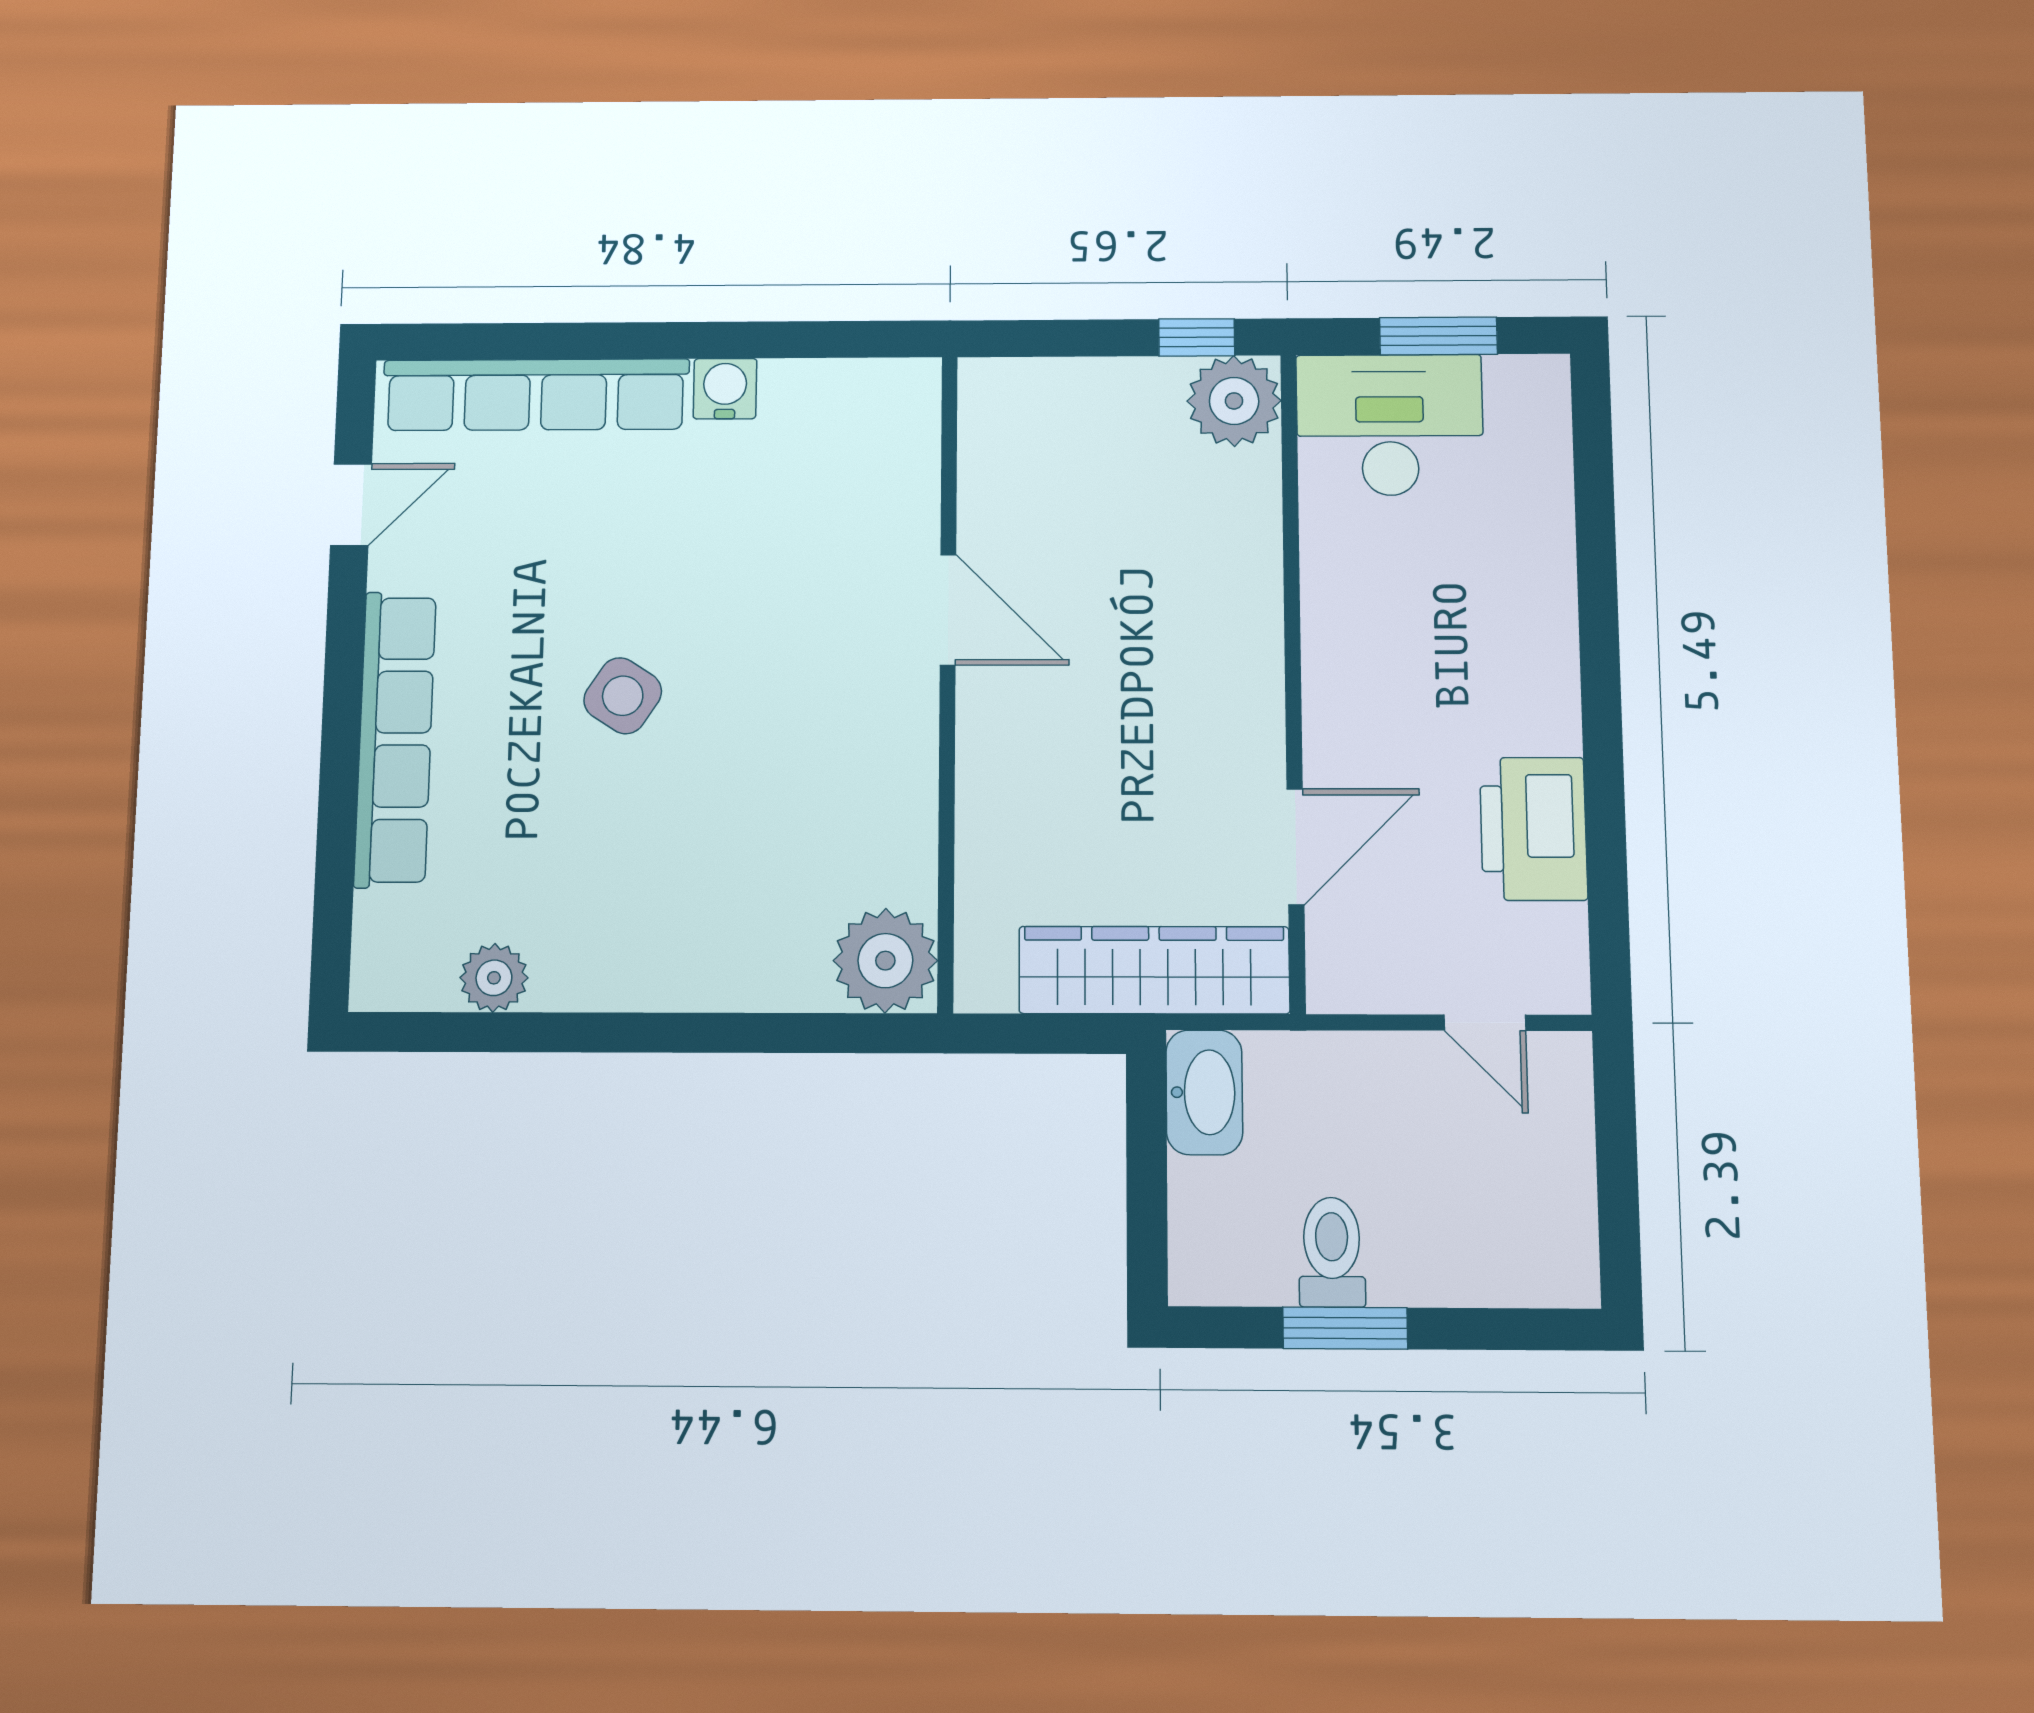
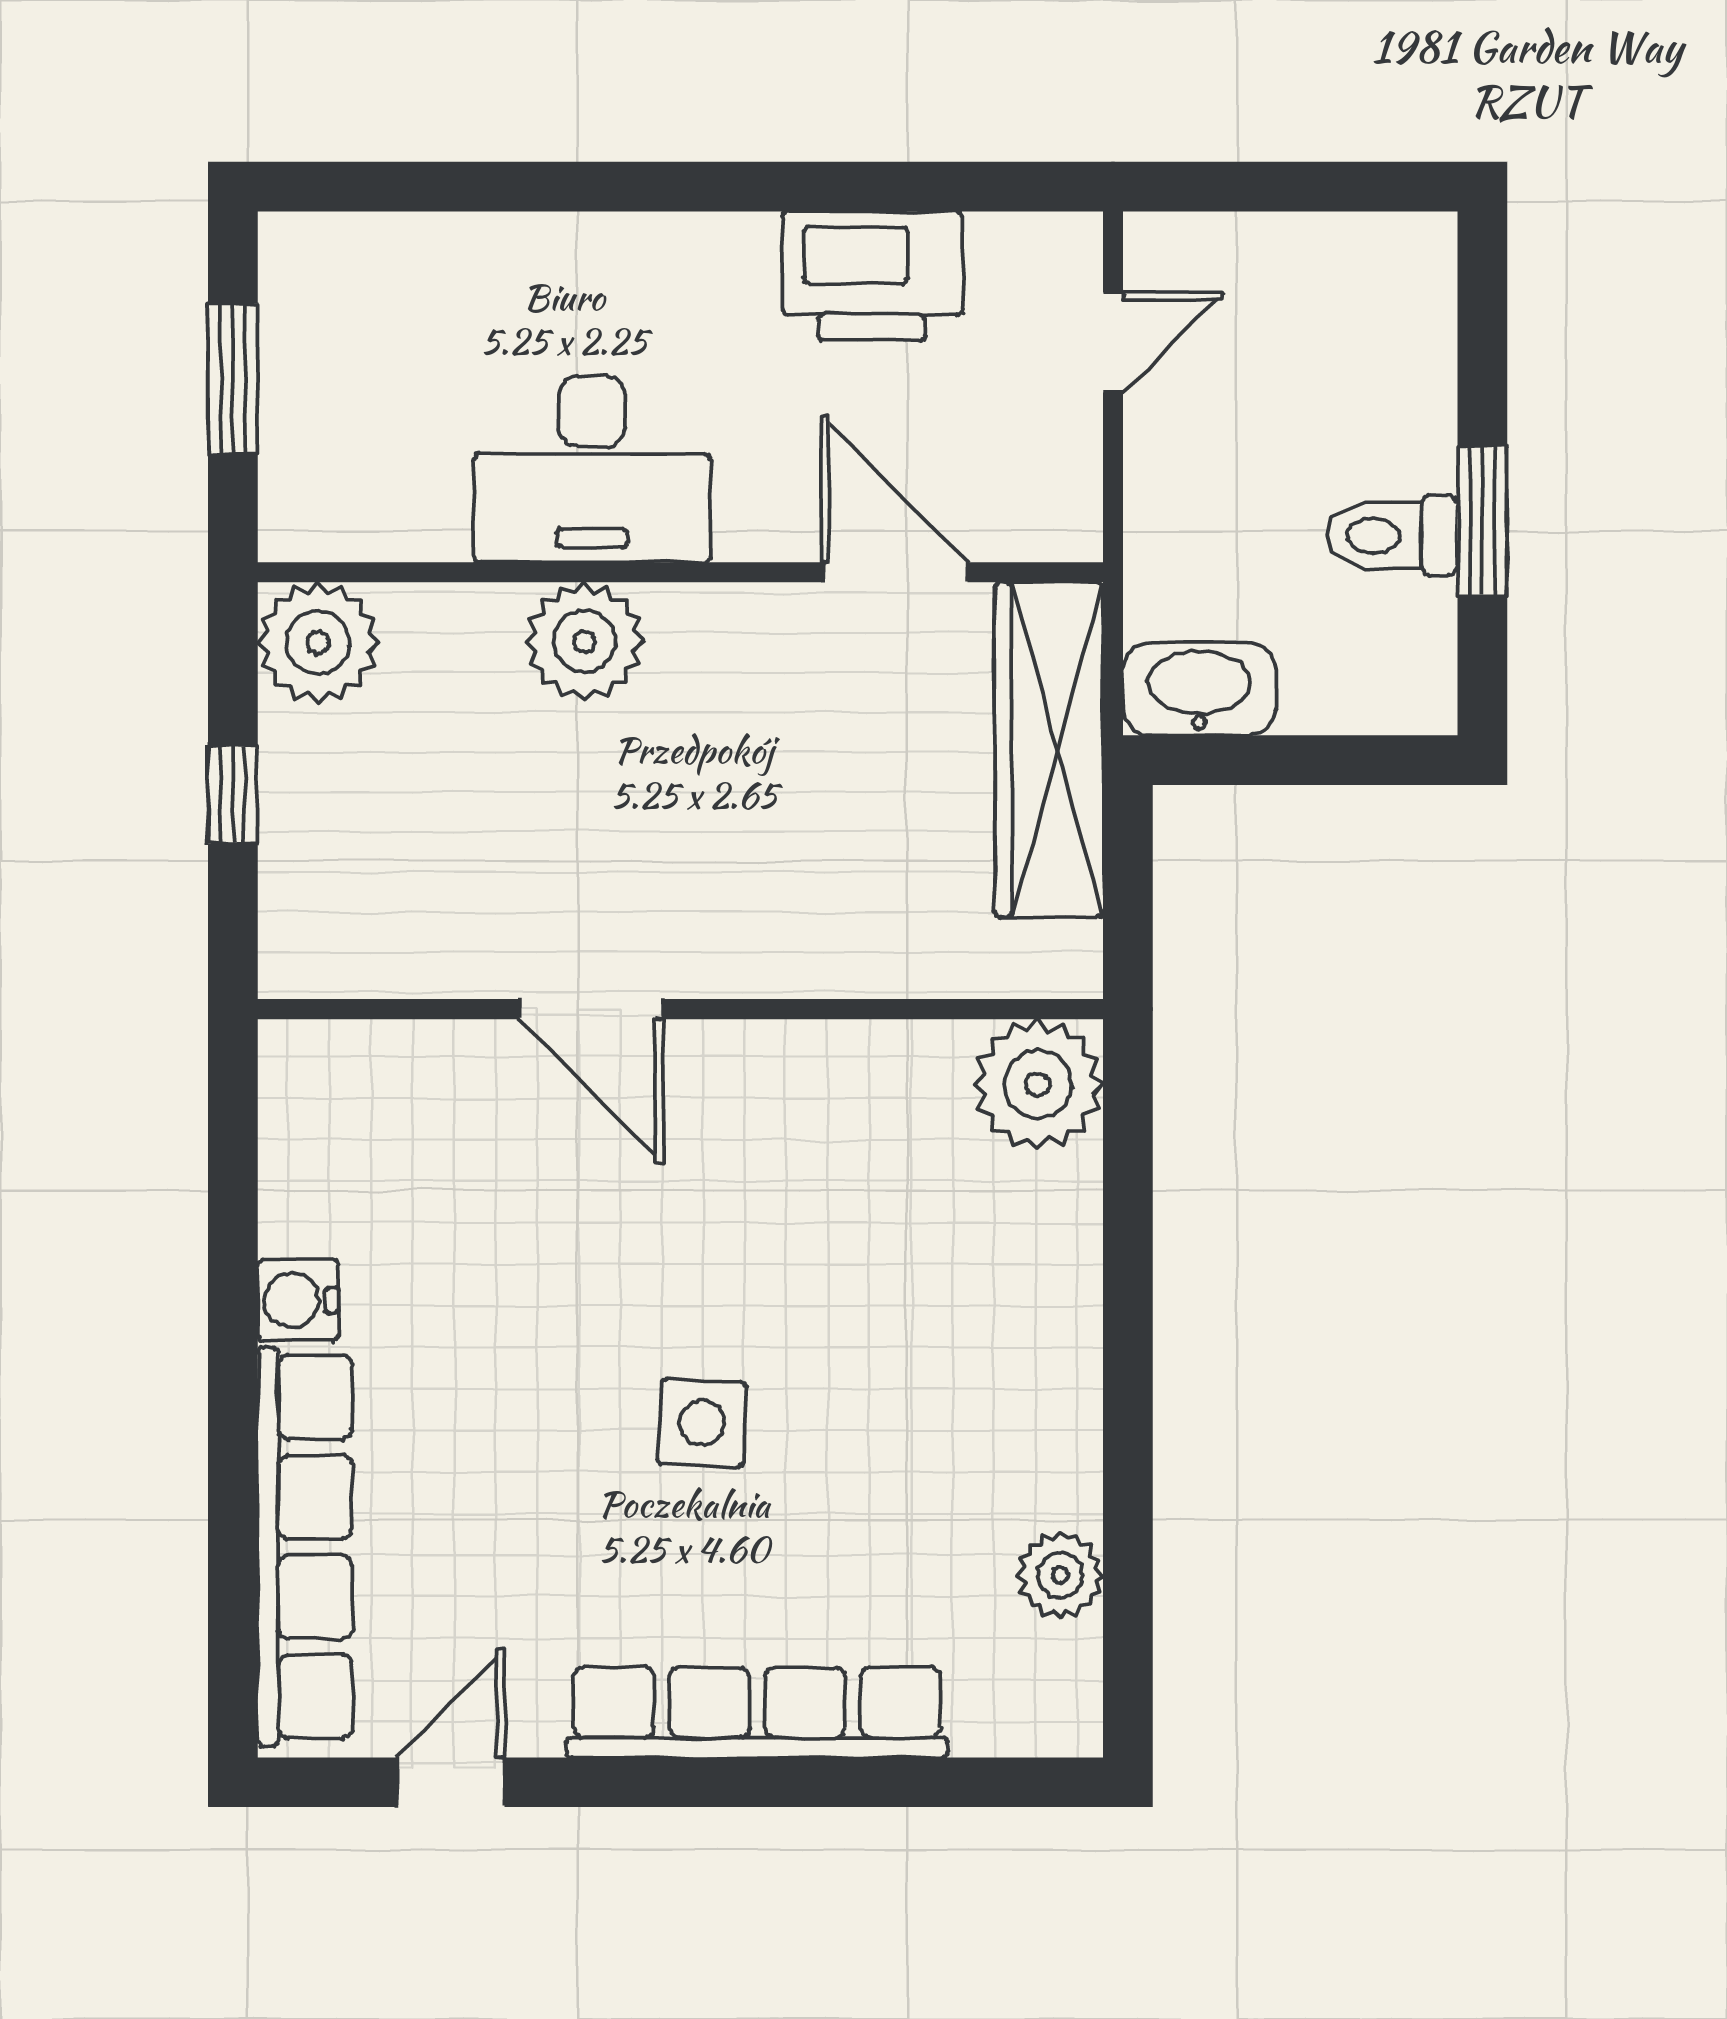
window: (1197, 337) -> (233, 795), moved
desk: (1390, 425) -> (592, 469), moved, turned -90
door: (351, 505) -> (450, 1782), hinge flipped
plant: (1237, 604) -> (584, 641), added
door: (948, 610) -> (591, 1009), swing flipped
side table: (623, 696) -> (702, 1423), turned -30

